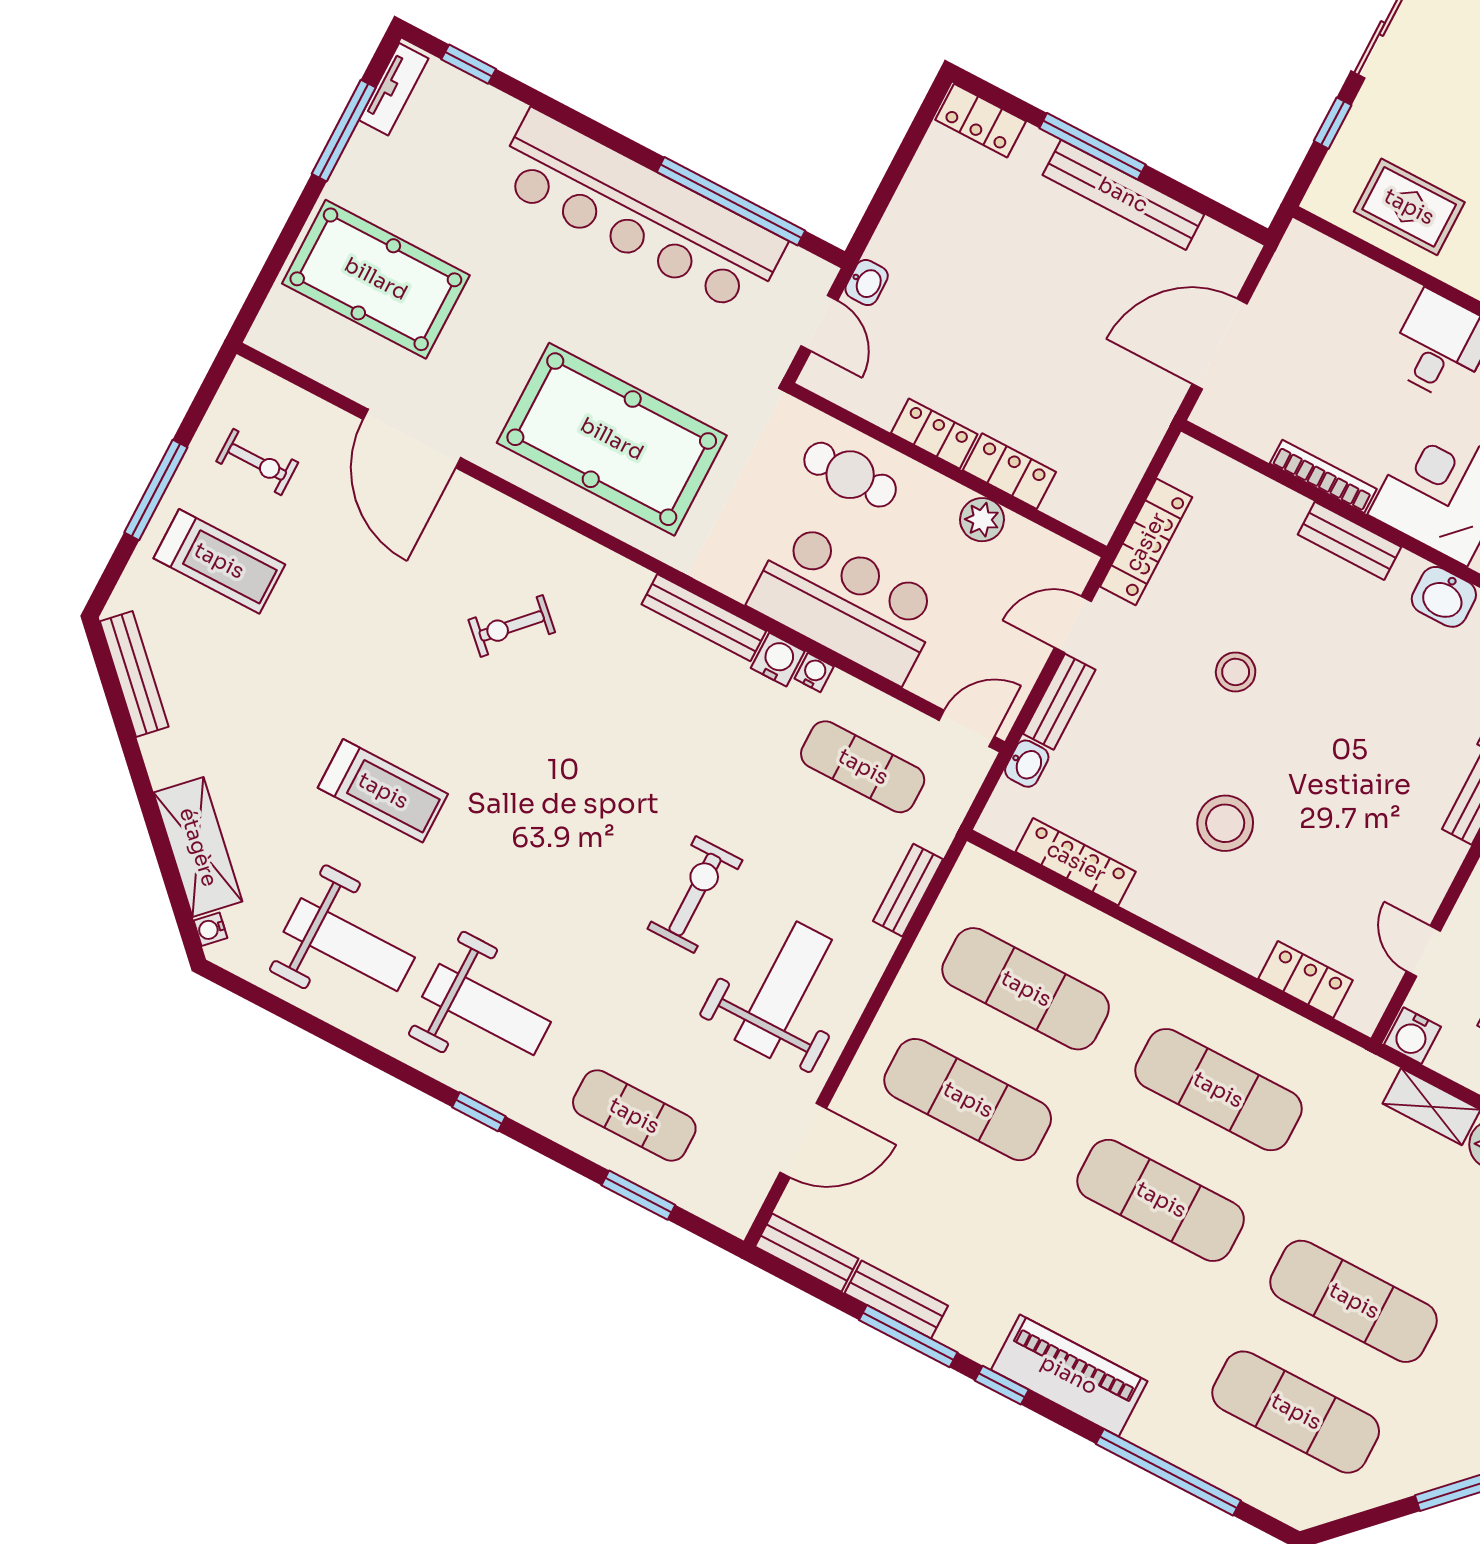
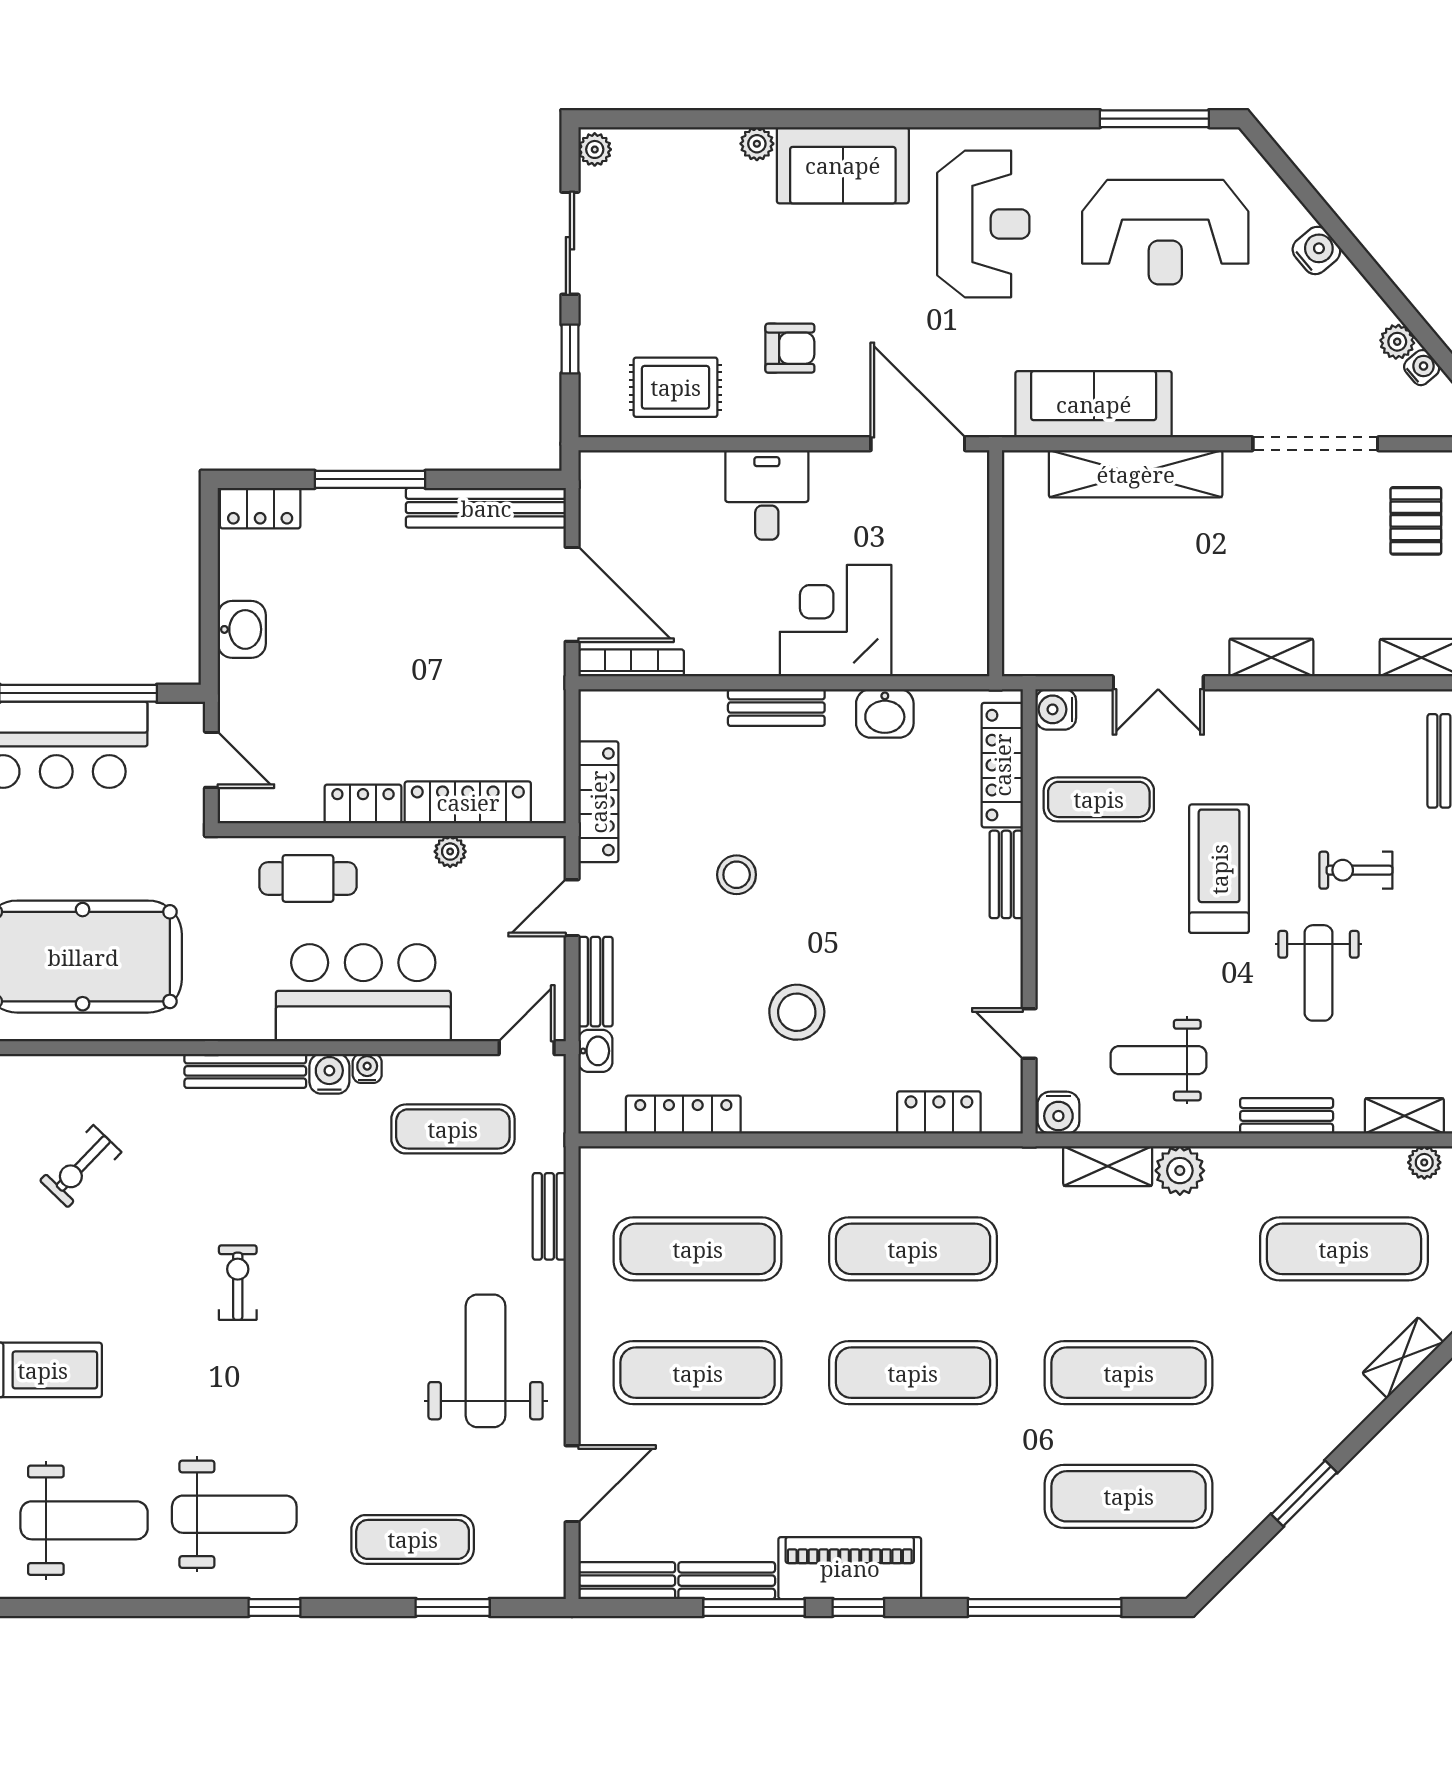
bench: (1123, 195) -> (486, 508), moved
washbasin: (867, 283) -> (242, 629), moved, width x1.38, depth x1.45
door: (1220, 344) -> (572, 594), swing flipped
locker: (1009, 471) -> (468, 802), width x1.53
bookcase: (1323, 476) -> (631, 663), moved
plant: (982, 520) -> (450, 852), width x0.73, depth x0.73
exercise bike: (695, 895) -> (238, 1283), moved, width x0.73, depth x0.72
piano: (1069, 1375) -> (850, 1568), moved

